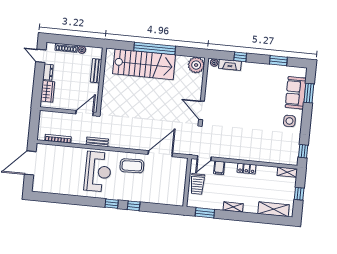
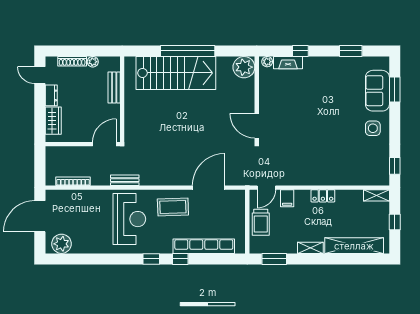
plant: (45, 185) -> (61, 244), added
row of seats: (152, 198) -> (204, 246), added
shelving: (274, 209) -> (354, 246), width x1.47

